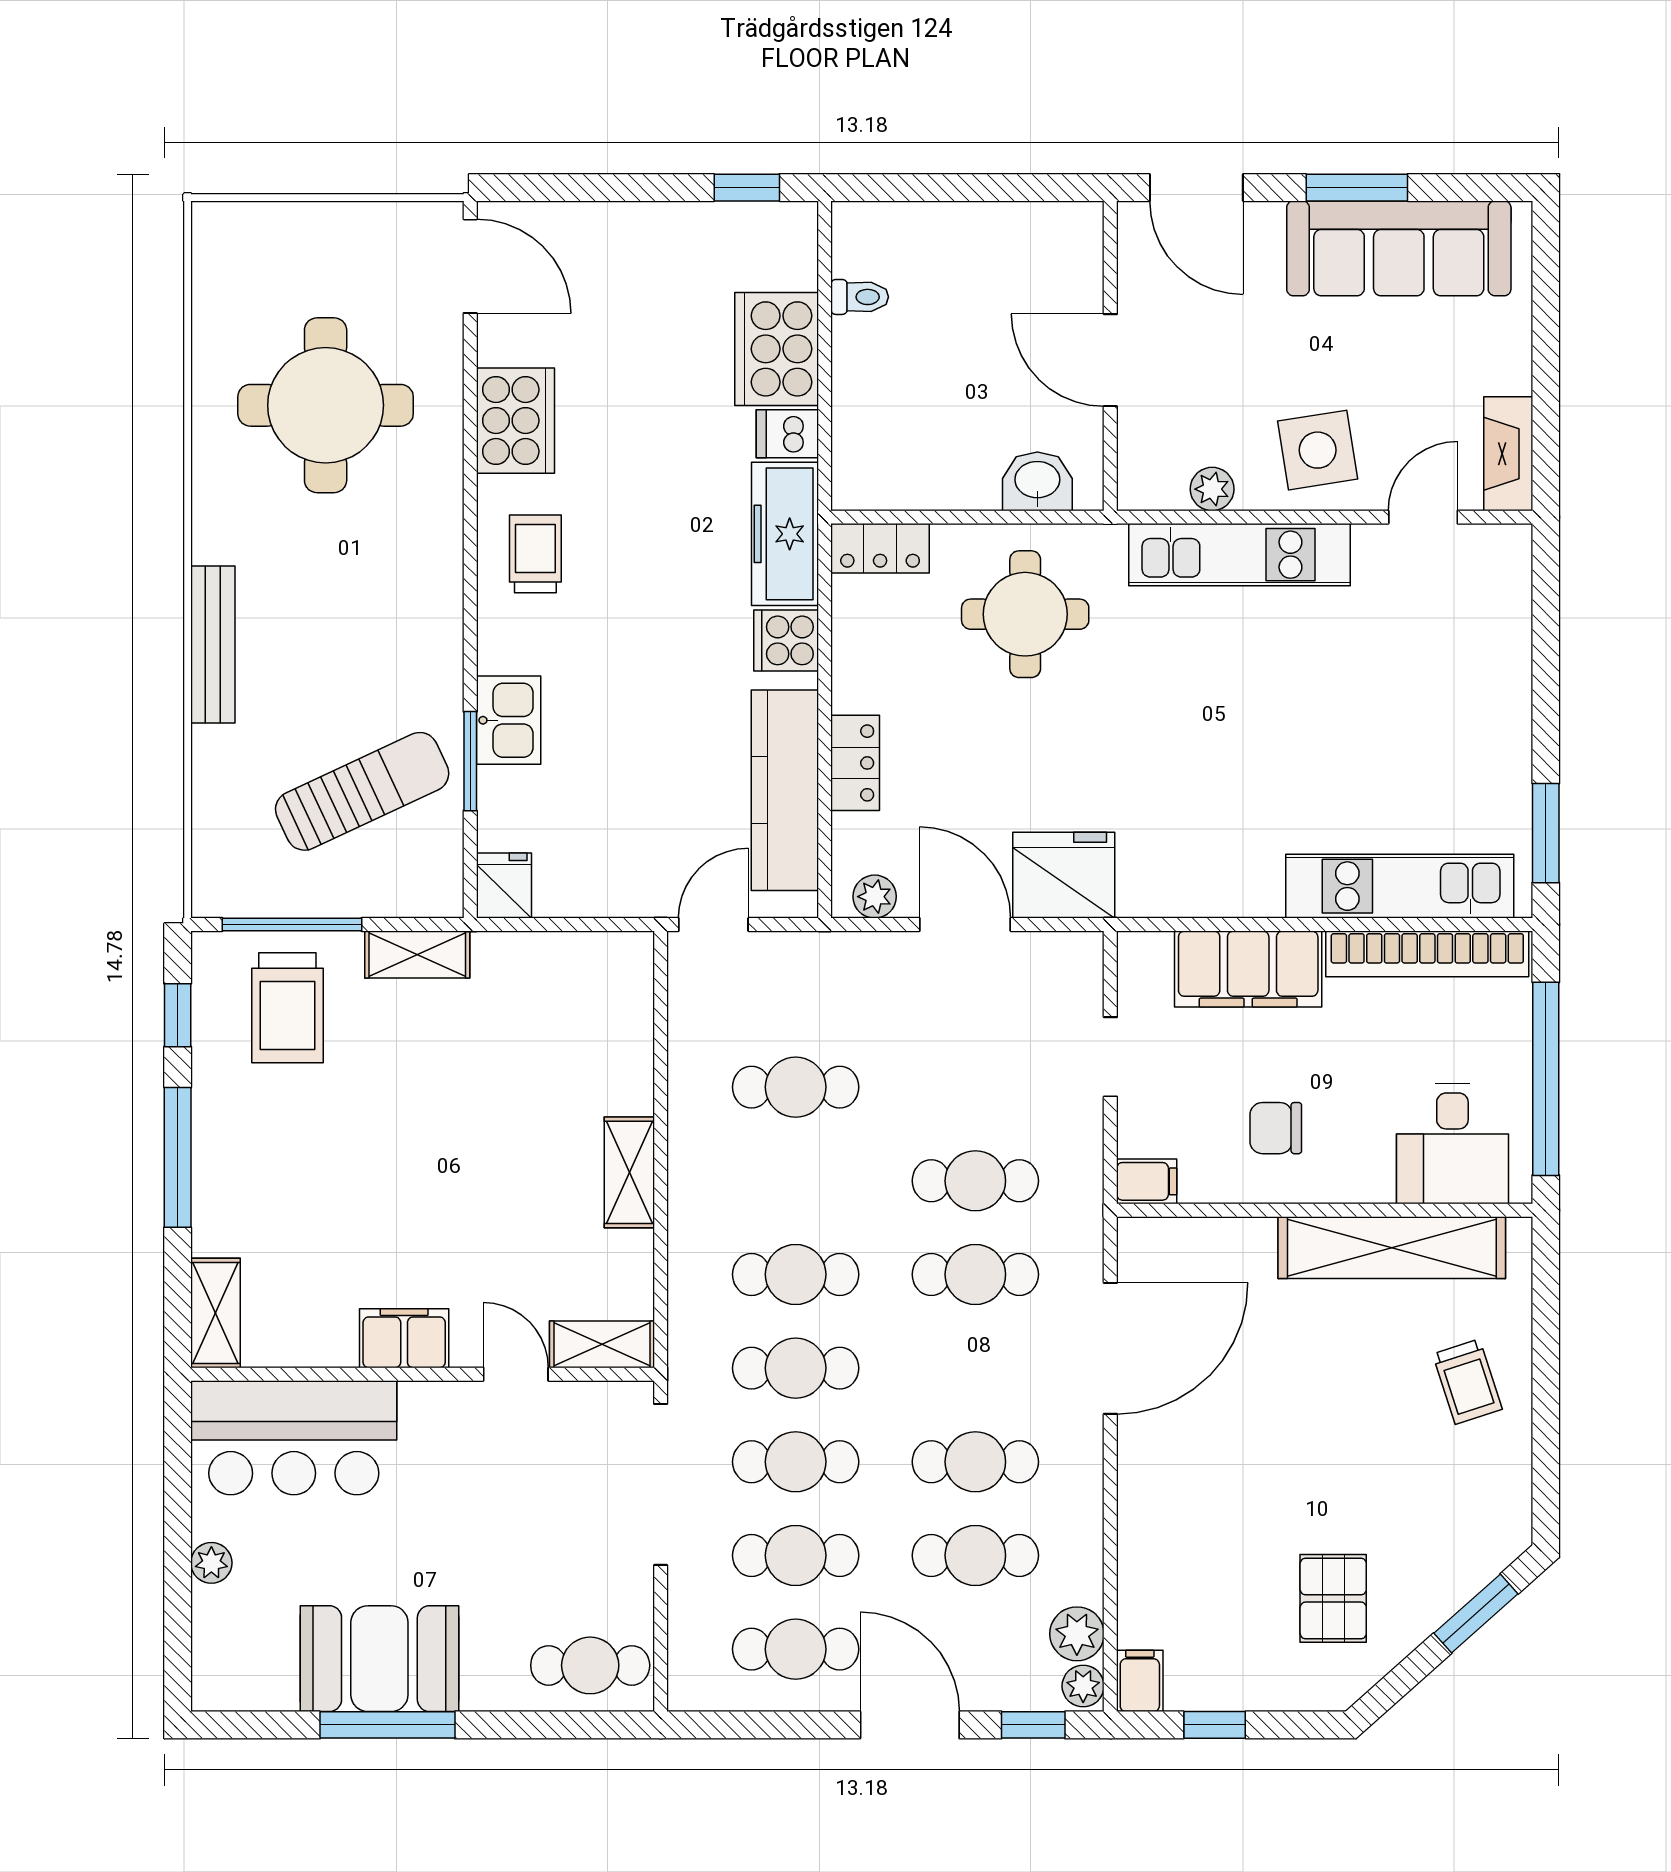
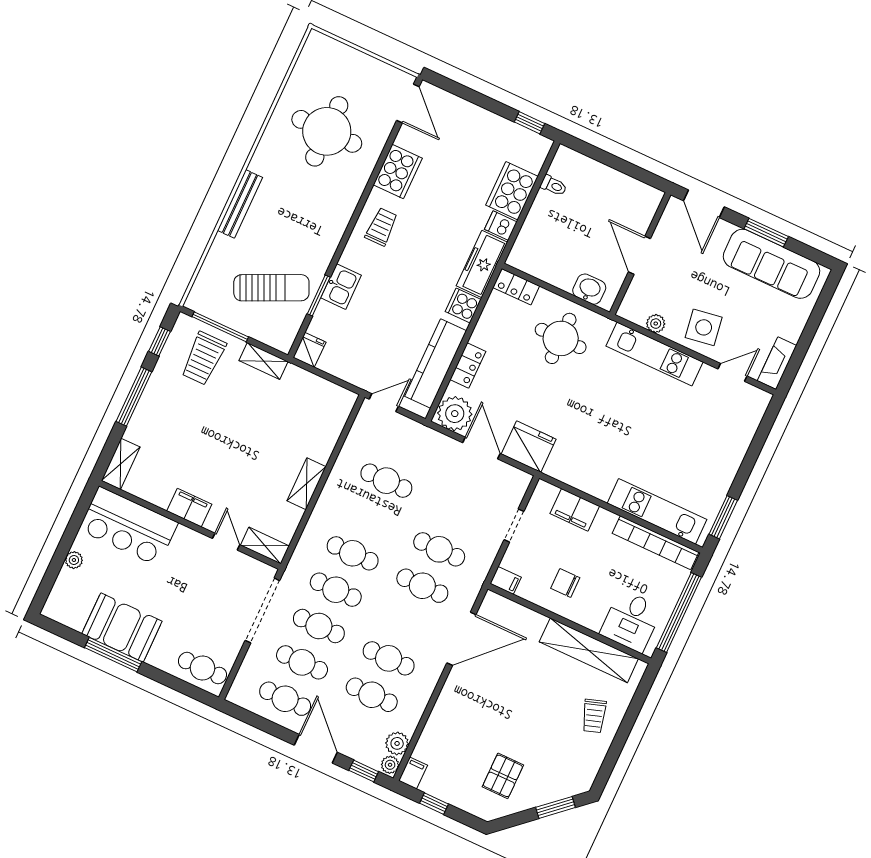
plant: (875, 897) -> (455, 414), width x1.88, depth x1.88
filing cabinet: (1248, 969) -> (575, 510), width x0.67, depth x0.86

